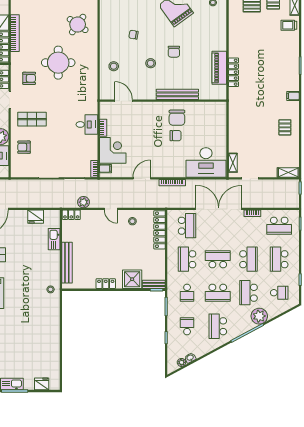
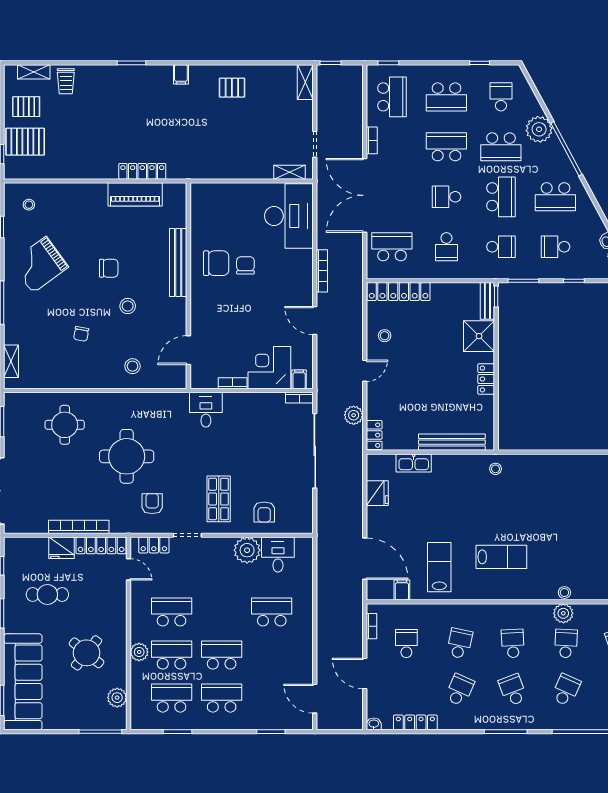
round table: (78, 25) -> (65, 425), turned -35
desk: (87, 124) -> (206, 410), moved
school desk: (187, 259) -> (446, 247), width x0.54
school desk: (218, 259) -> (446, 197), width x0.54

